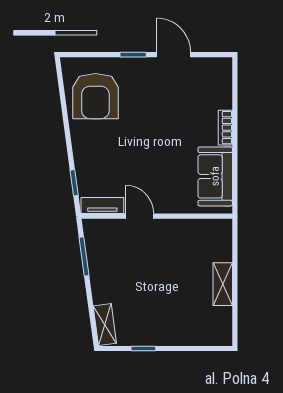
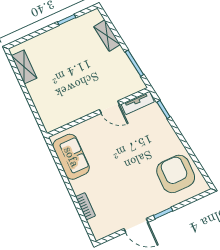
bookcase: (225, 128) -> (86, 206), moved
shelving: (223, 284) -> (24, 67), moved
shelving: (105, 325) -> (107, 36), moved

